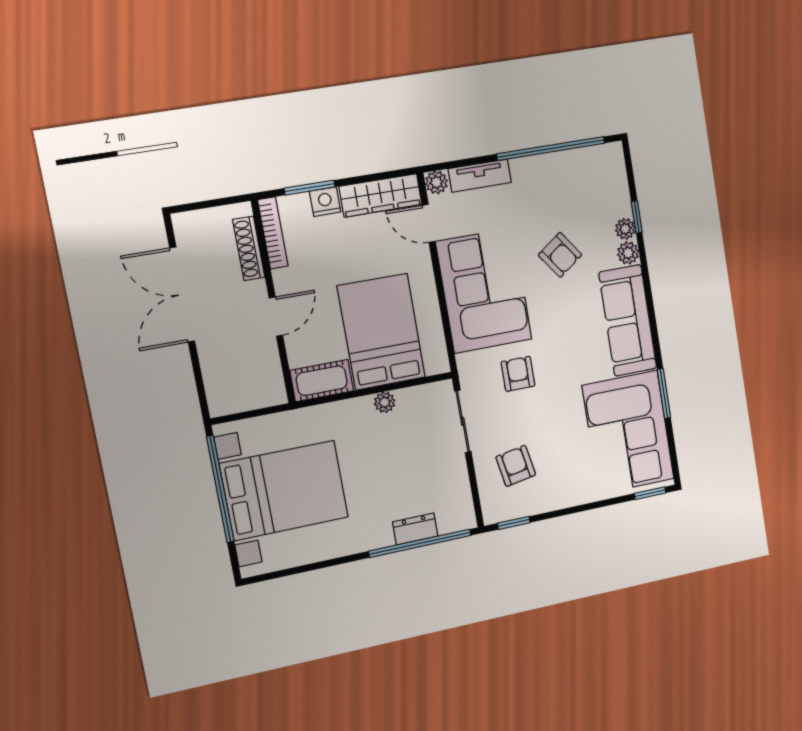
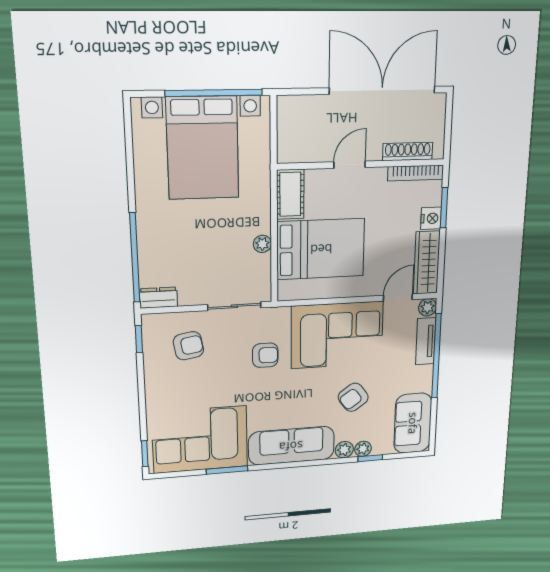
window: (551, 149) -> (436, 356), moved
sofa: (587, 170) -> (413, 423), added
double door: (182, 295) -> (382, 90), width x1.36
door: (276, 317) -> (350, 165), swing flipped
dresser: (415, 529) -> (158, 298), moved, turned -90

